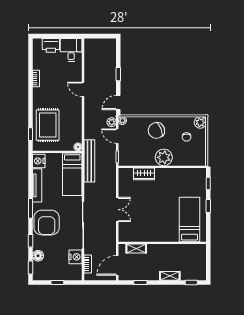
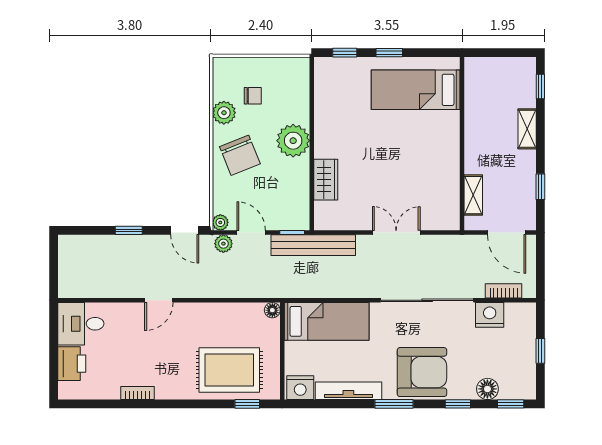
plant: (200, 122) -> (224, 113), moved
door: (117, 136) -> (251, 233), swing flipped
bench: (89, 161) -> (313, 245), moved

